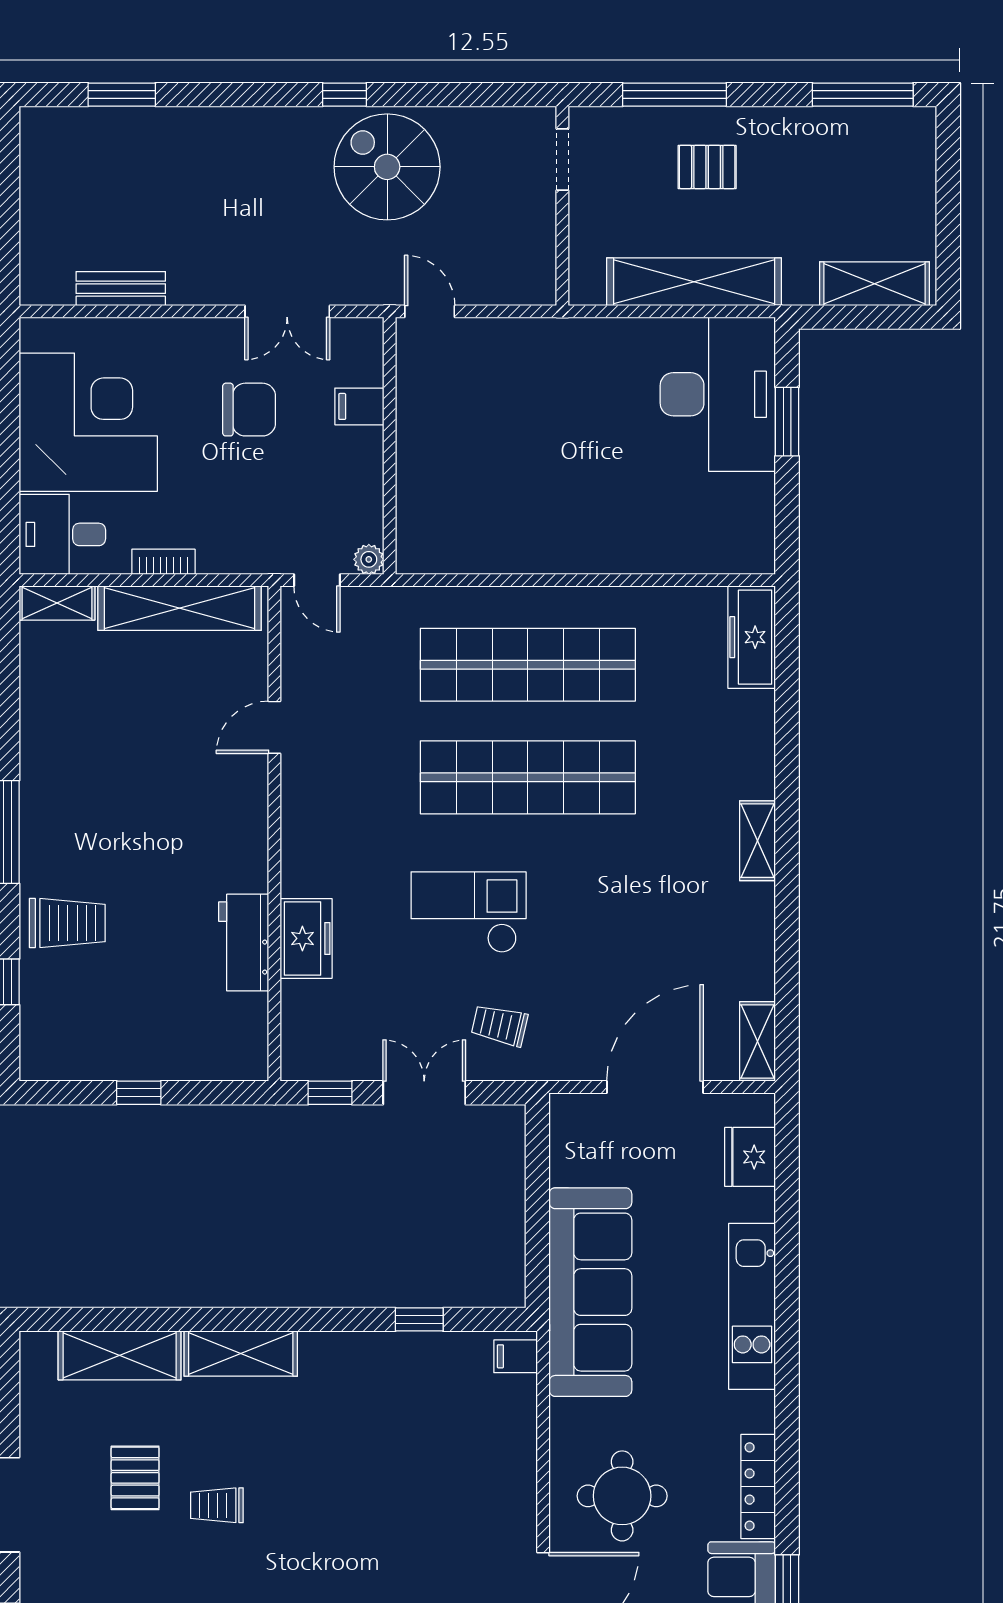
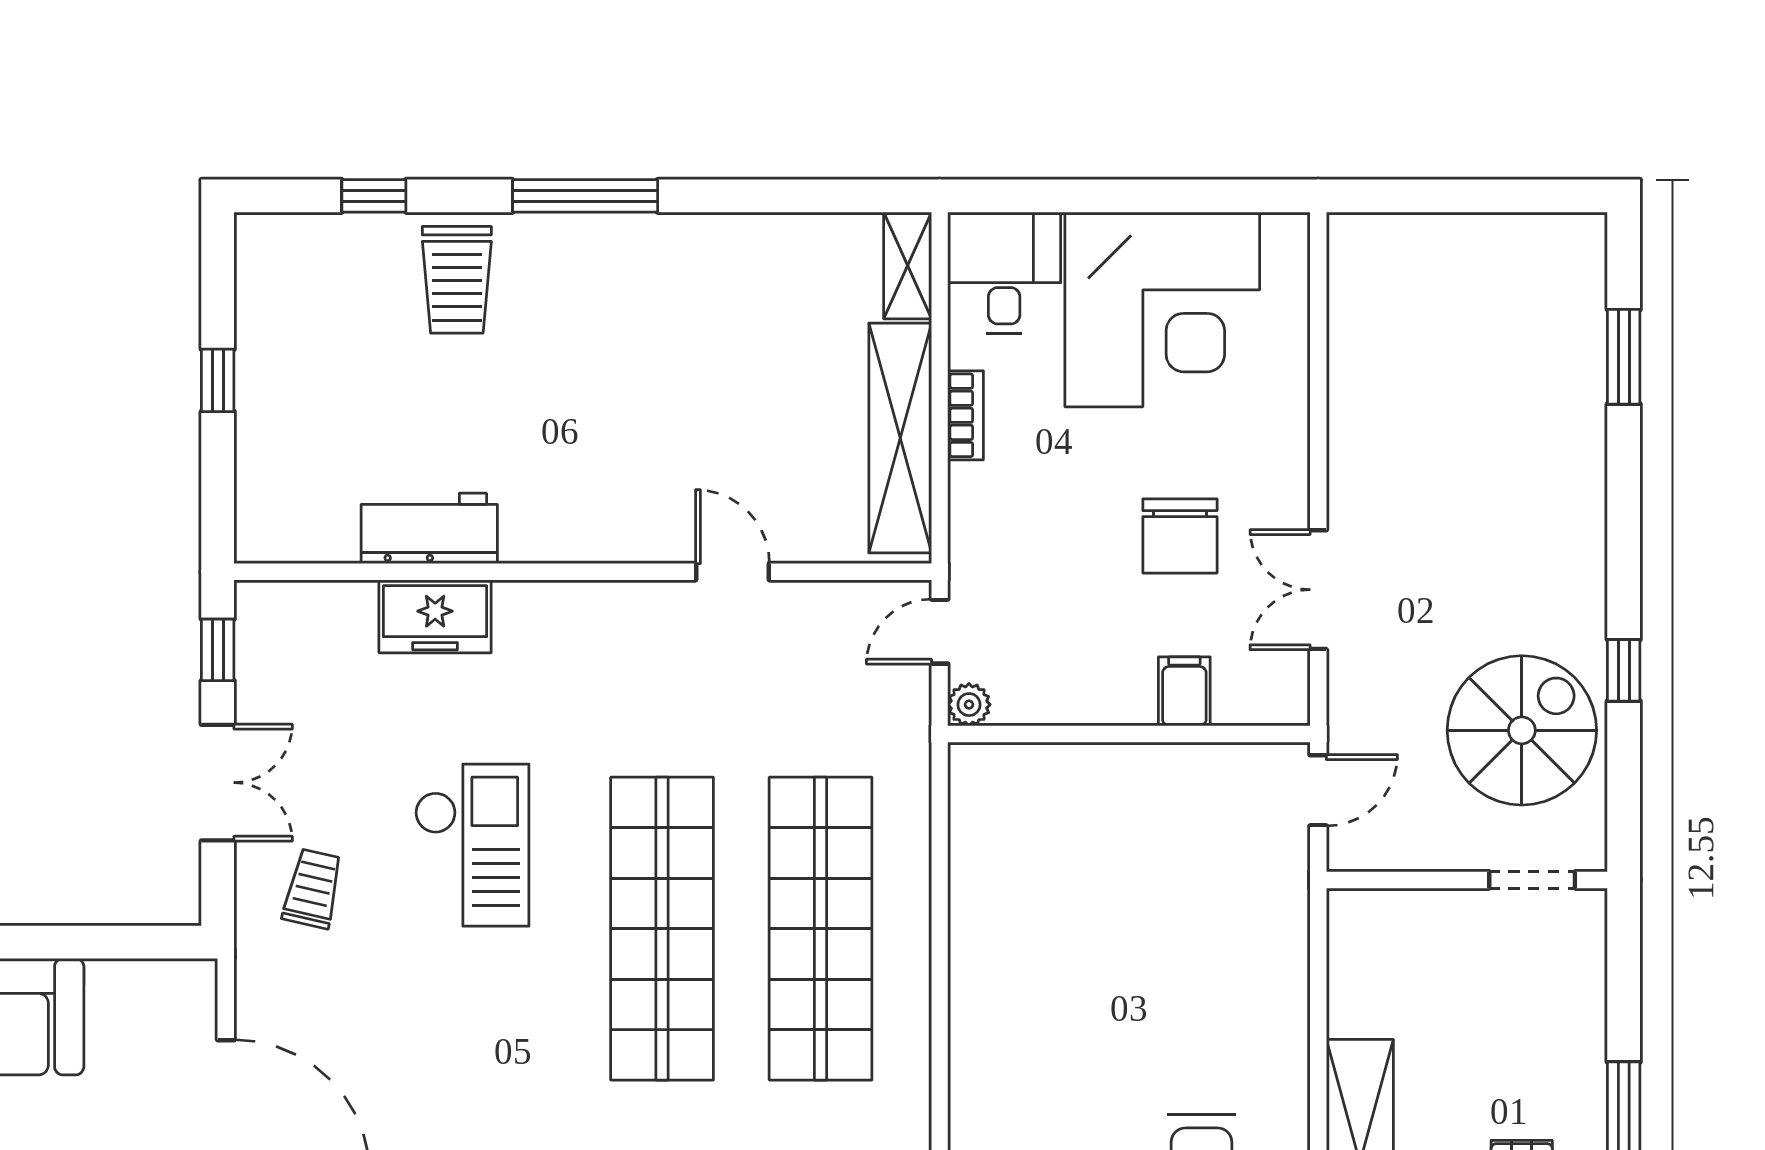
doorway: (562, 160) -> (1532, 880), moved
wall: (562, 206) -> (1467, 880), moved
bench: (121, 289) -> (1350, 355), removed

